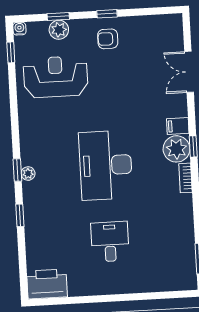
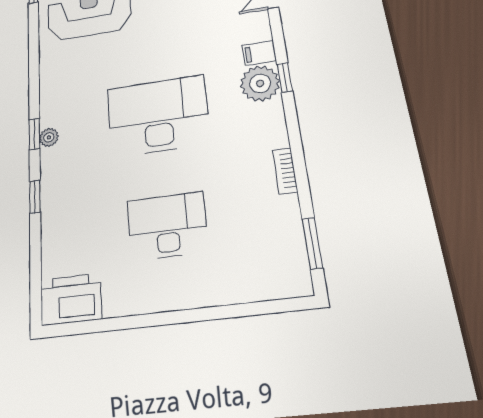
desk: (106, 165) -> (158, 116), turned 90
bookcase: (185, 178) -> (285, 171), moved
desk: (110, 242) -> (167, 226), width x1.37

